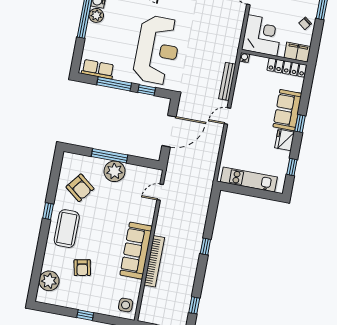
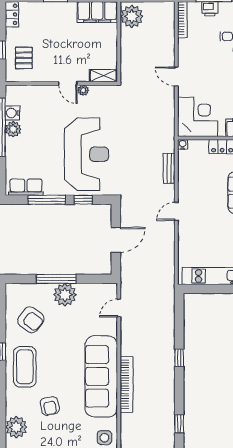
bench: (227, 81) -> (169, 168), width x0.73
door: (169, 131) -> (116, 240), width x0.73
sofa: (136, 251) -> (101, 376), width x1.36, depth x1.27

